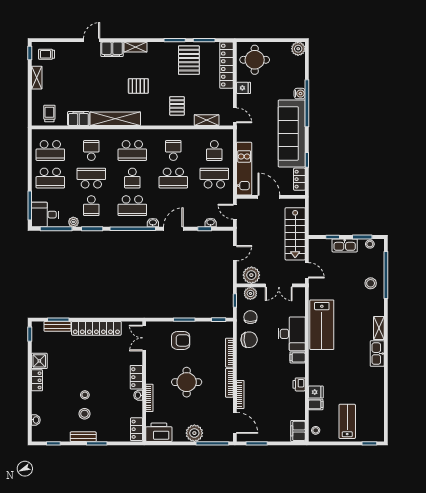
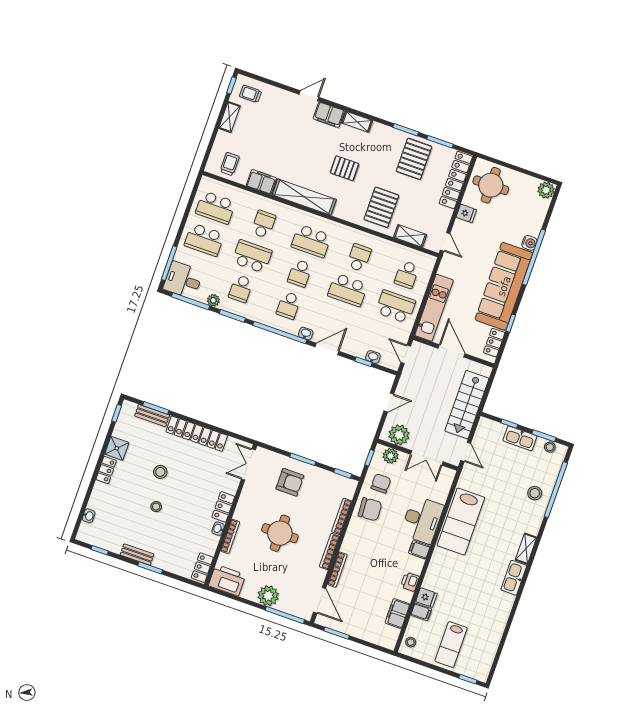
pallet: (177, 106) -> (381, 207), width x1.50, depth x1.42
school desk: (132, 206) -> (289, 305), width x0.54
stool: (84, 414) -> (160, 472), moved
lab bench: (347, 421) -> (451, 645), turned 180
filing cabinet: (298, 431) -> (397, 614), moved

